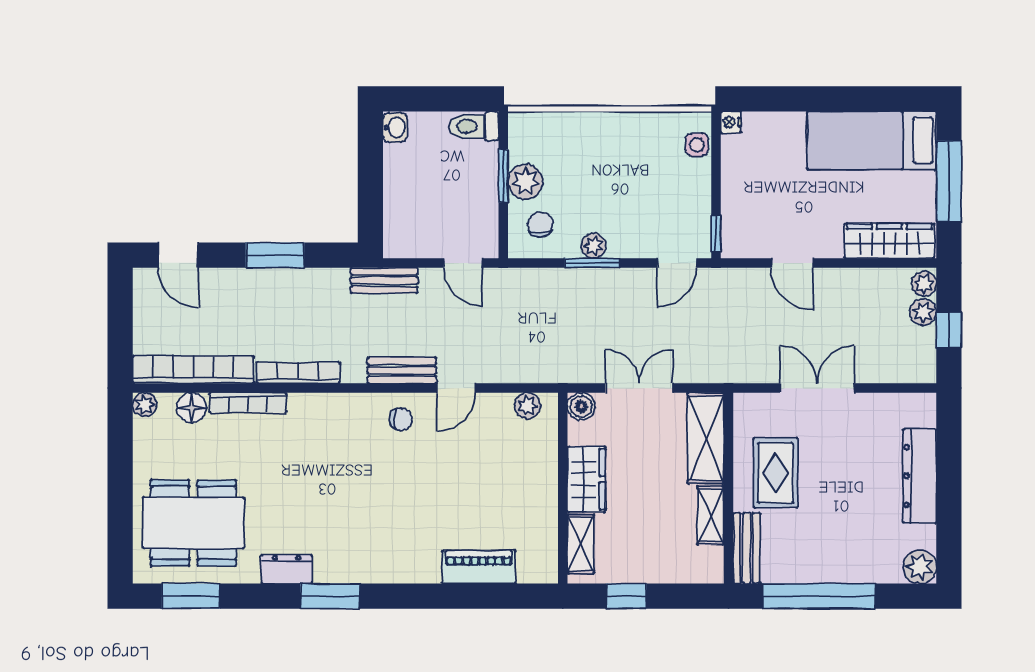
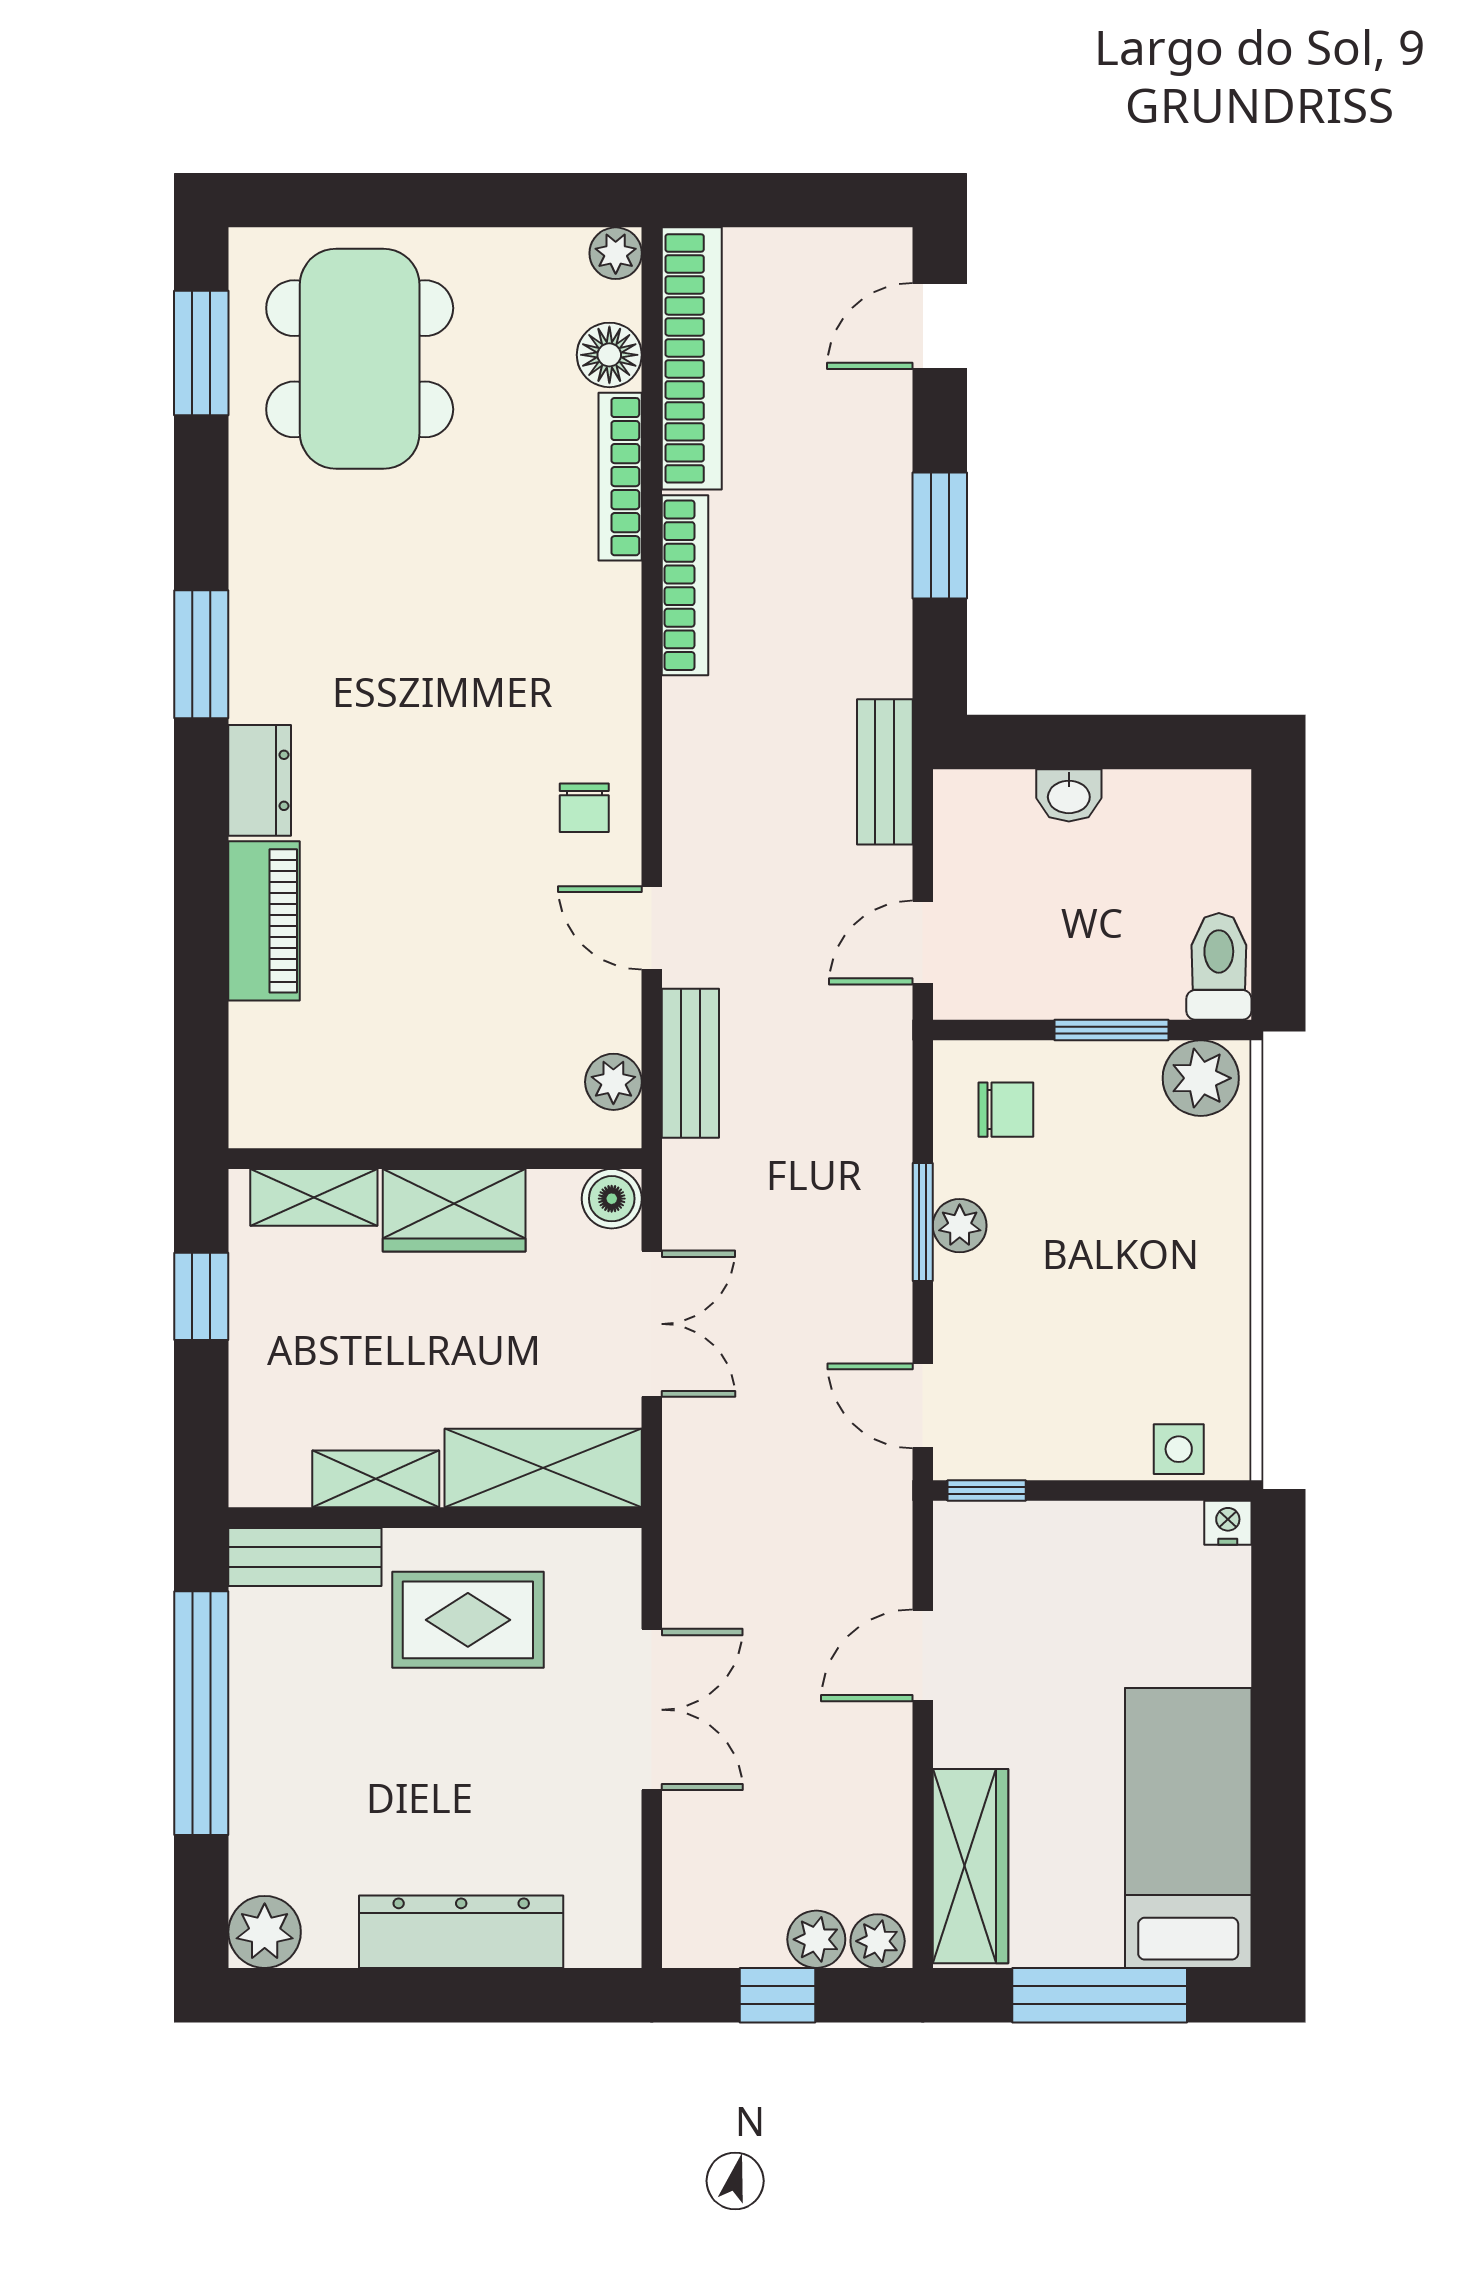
washbasin: (395, 128) -> (1069, 795), moved
plant: (526, 181) -> (1201, 1078), moved
bench: (402, 370) -> (690, 1063), moved
piano: (479, 567) -> (264, 921), moved
dresser: (287, 569) -> (260, 780), moved

